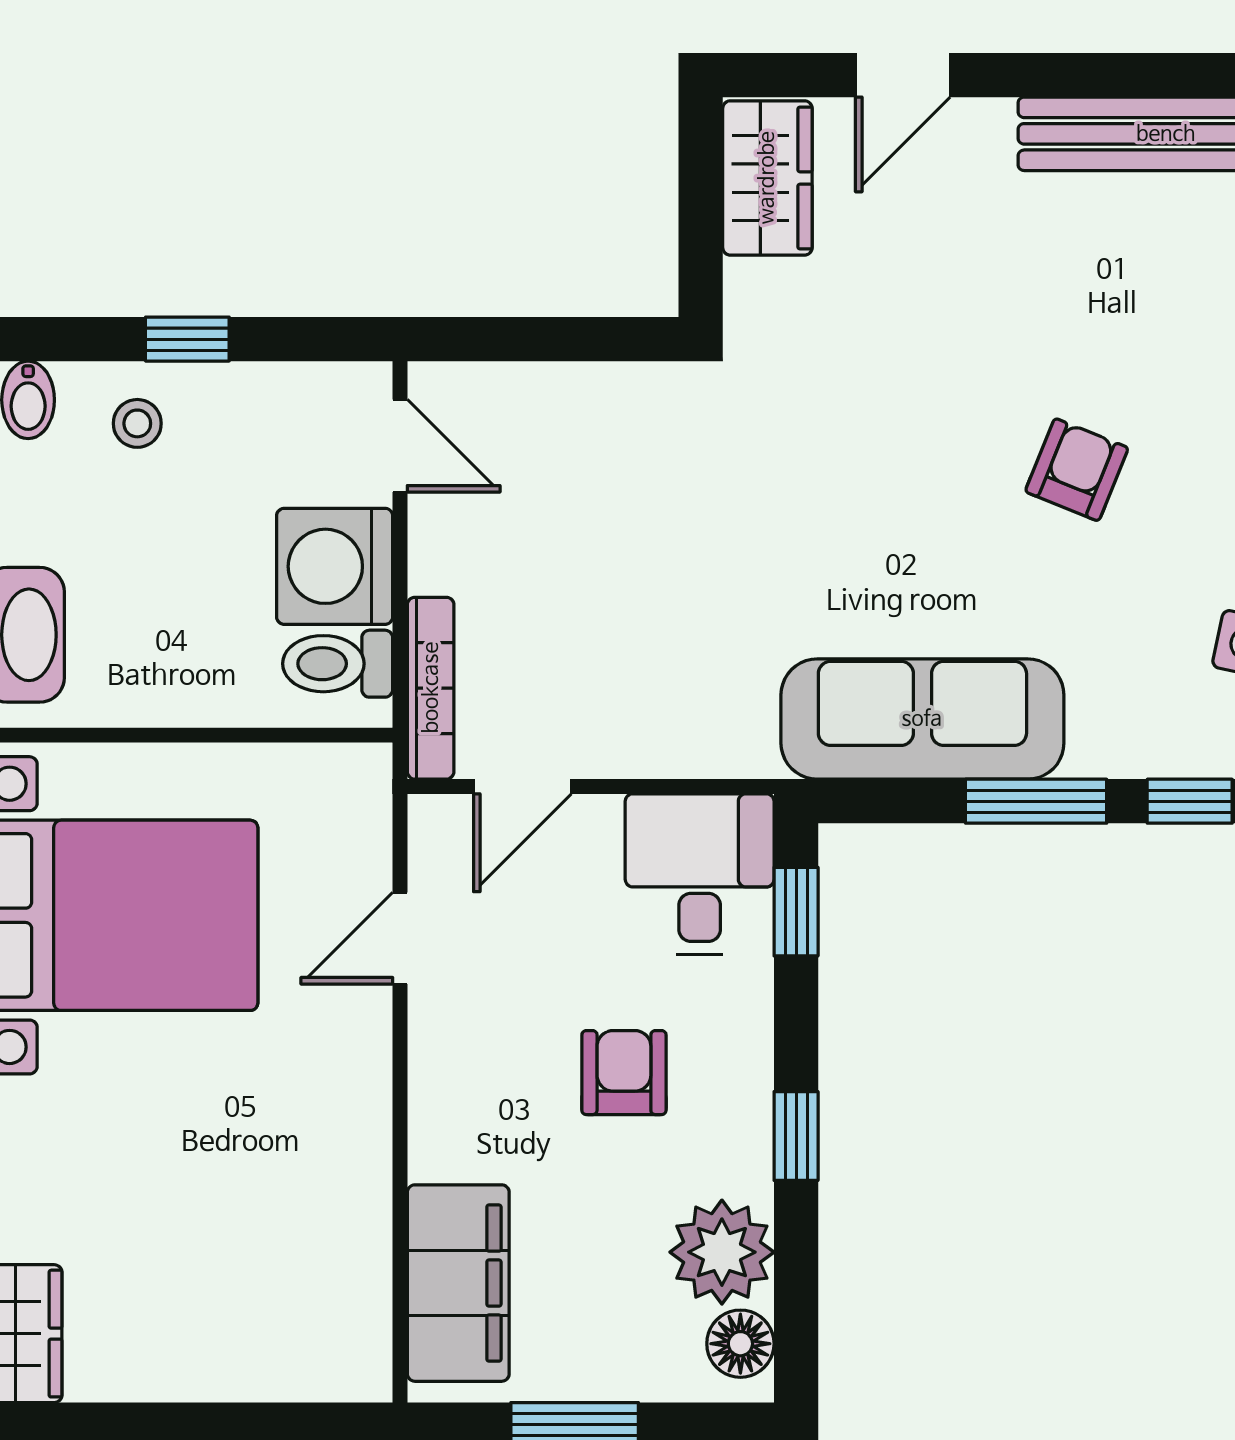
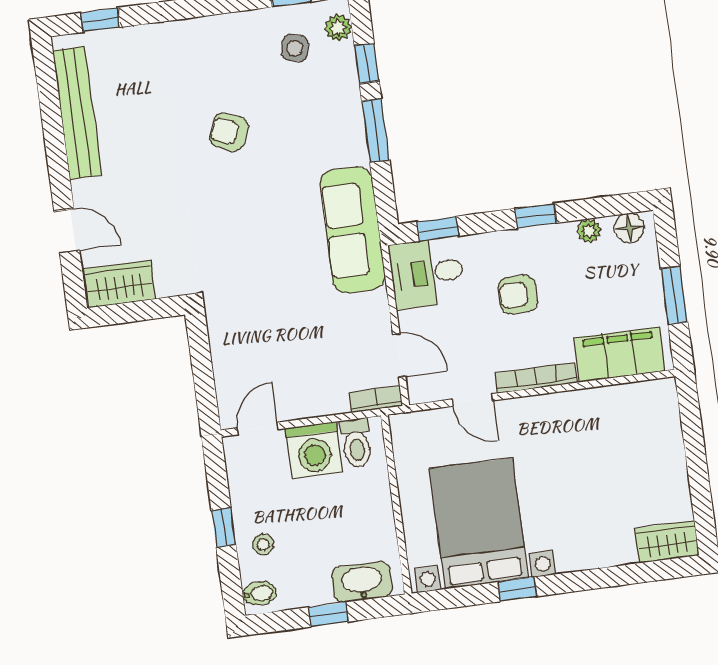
bookcase: (431, 688) -> (376, 399), width x0.64
sofa: (922, 719) -> (352, 230), moved
bookcase: (431, 1088) -> (536, 378), added
plant: (722, 1252) -> (589, 231), width x0.53, depth x0.53

